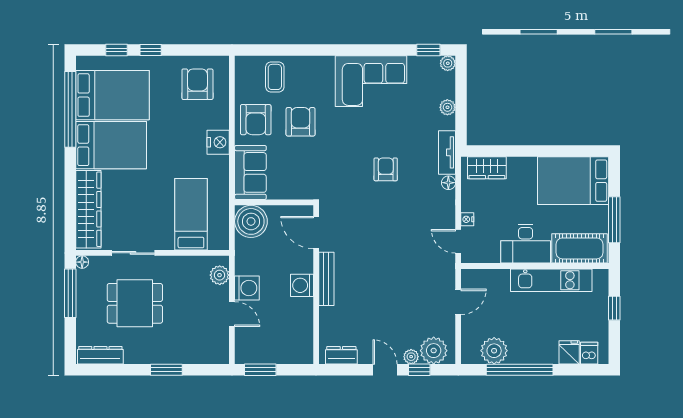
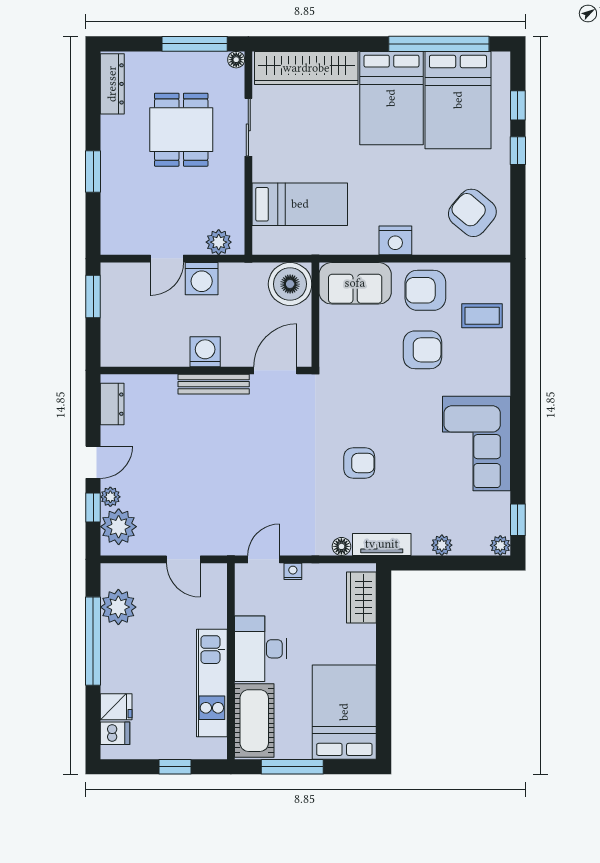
armchair: (197, 84) -> (472, 213), turned -140

